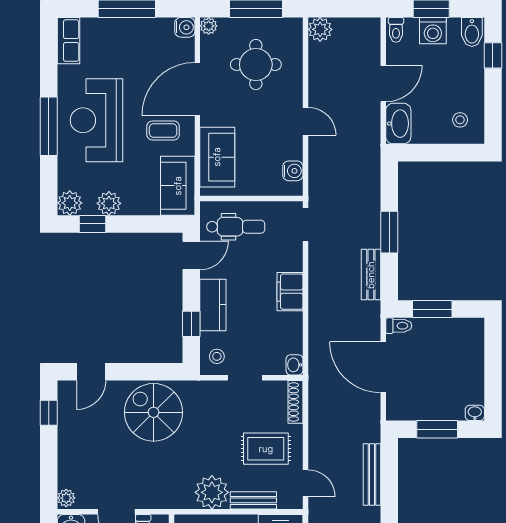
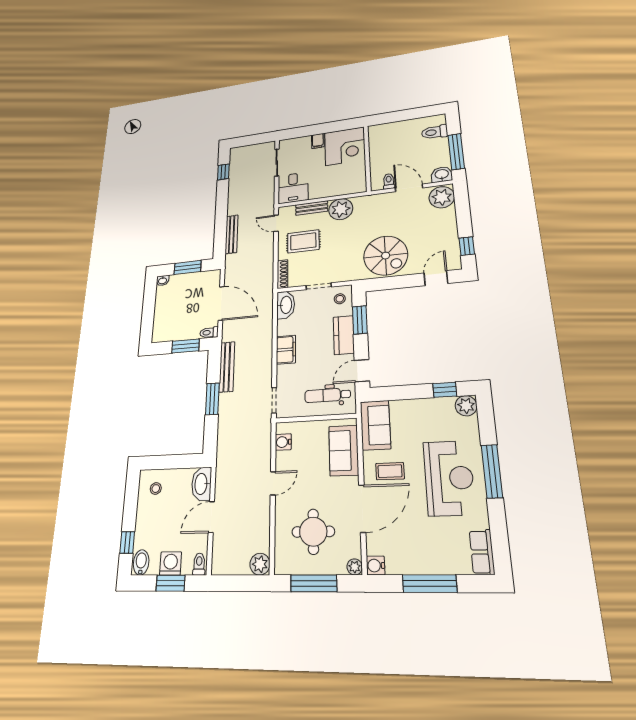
door: (305, 121) -> (273, 483), swing flipped
plant: (109, 203) -> (432, 407), removed
bench: (371, 275) -> (227, 367), width x1.36
window: (191, 324) -> (360, 320), width x1.50
washbasin: (294, 365) -> (286, 305), width x1.91, depth x1.45
plant: (66, 498) -> (442, 197), width x1.88, depth x1.88

